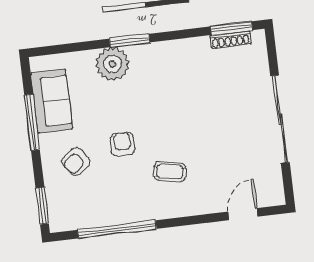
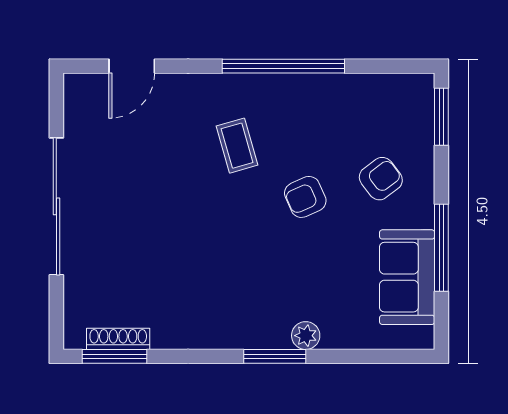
plant: (112, 64) -> (306, 336), width x0.53, depth x0.53
armchair: (122, 144) -> (305, 197), turned 66
coffee table: (170, 172) -> (237, 146), turned 63
window: (117, 229) -> (283, 66), moved

